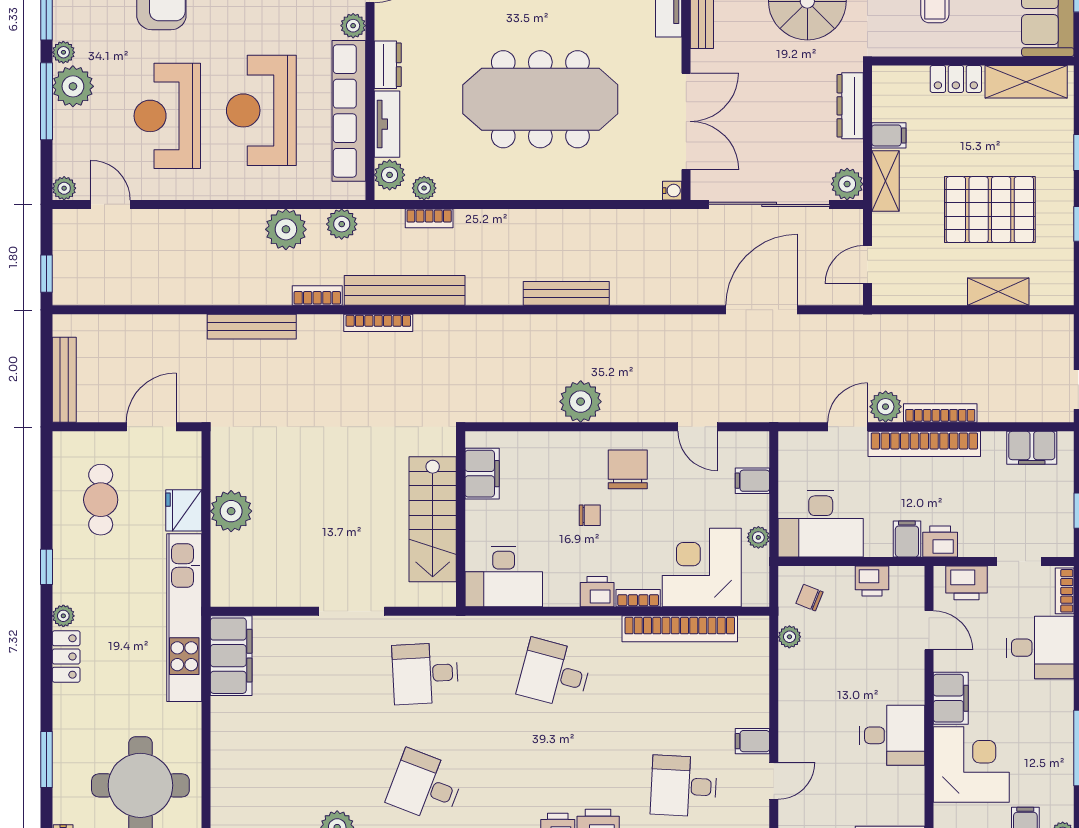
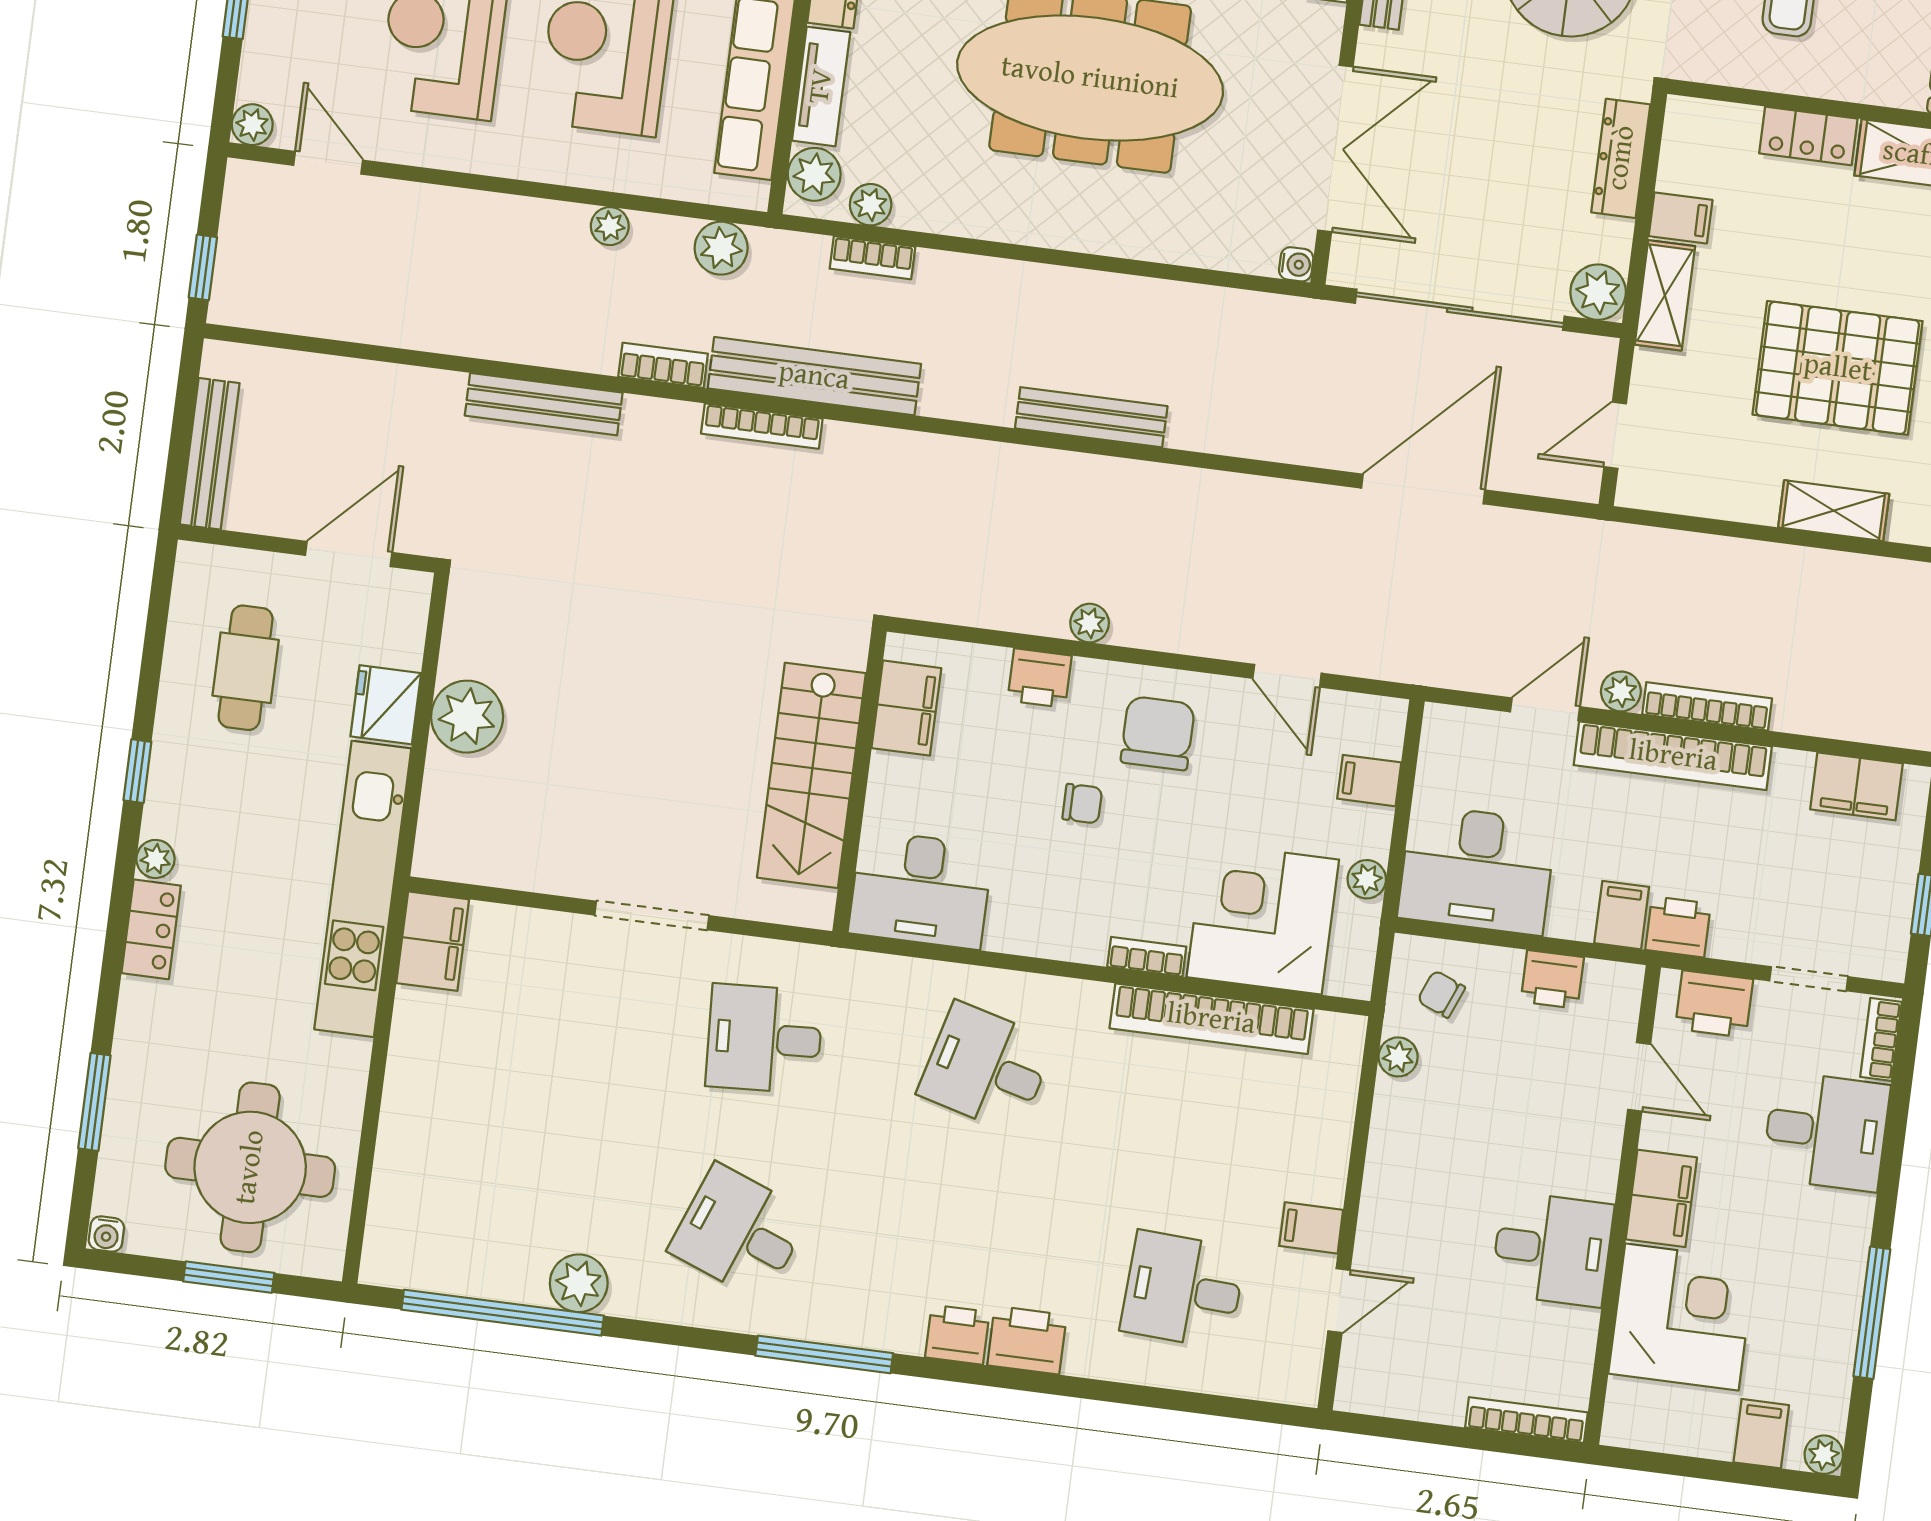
plant: (286, 229) -> (610, 226), width x0.53, depth x0.53
plant: (581, 402) -> (1090, 623), width x0.53, depth x0.53
plant: (886, 407) -> (1621, 691), width x0.73, depth x0.73
printer: (597, 592) -> (1039, 678), moved, turned 180
filing cabinet: (231, 656) -> (433, 941), width x0.67, depth x0.86

